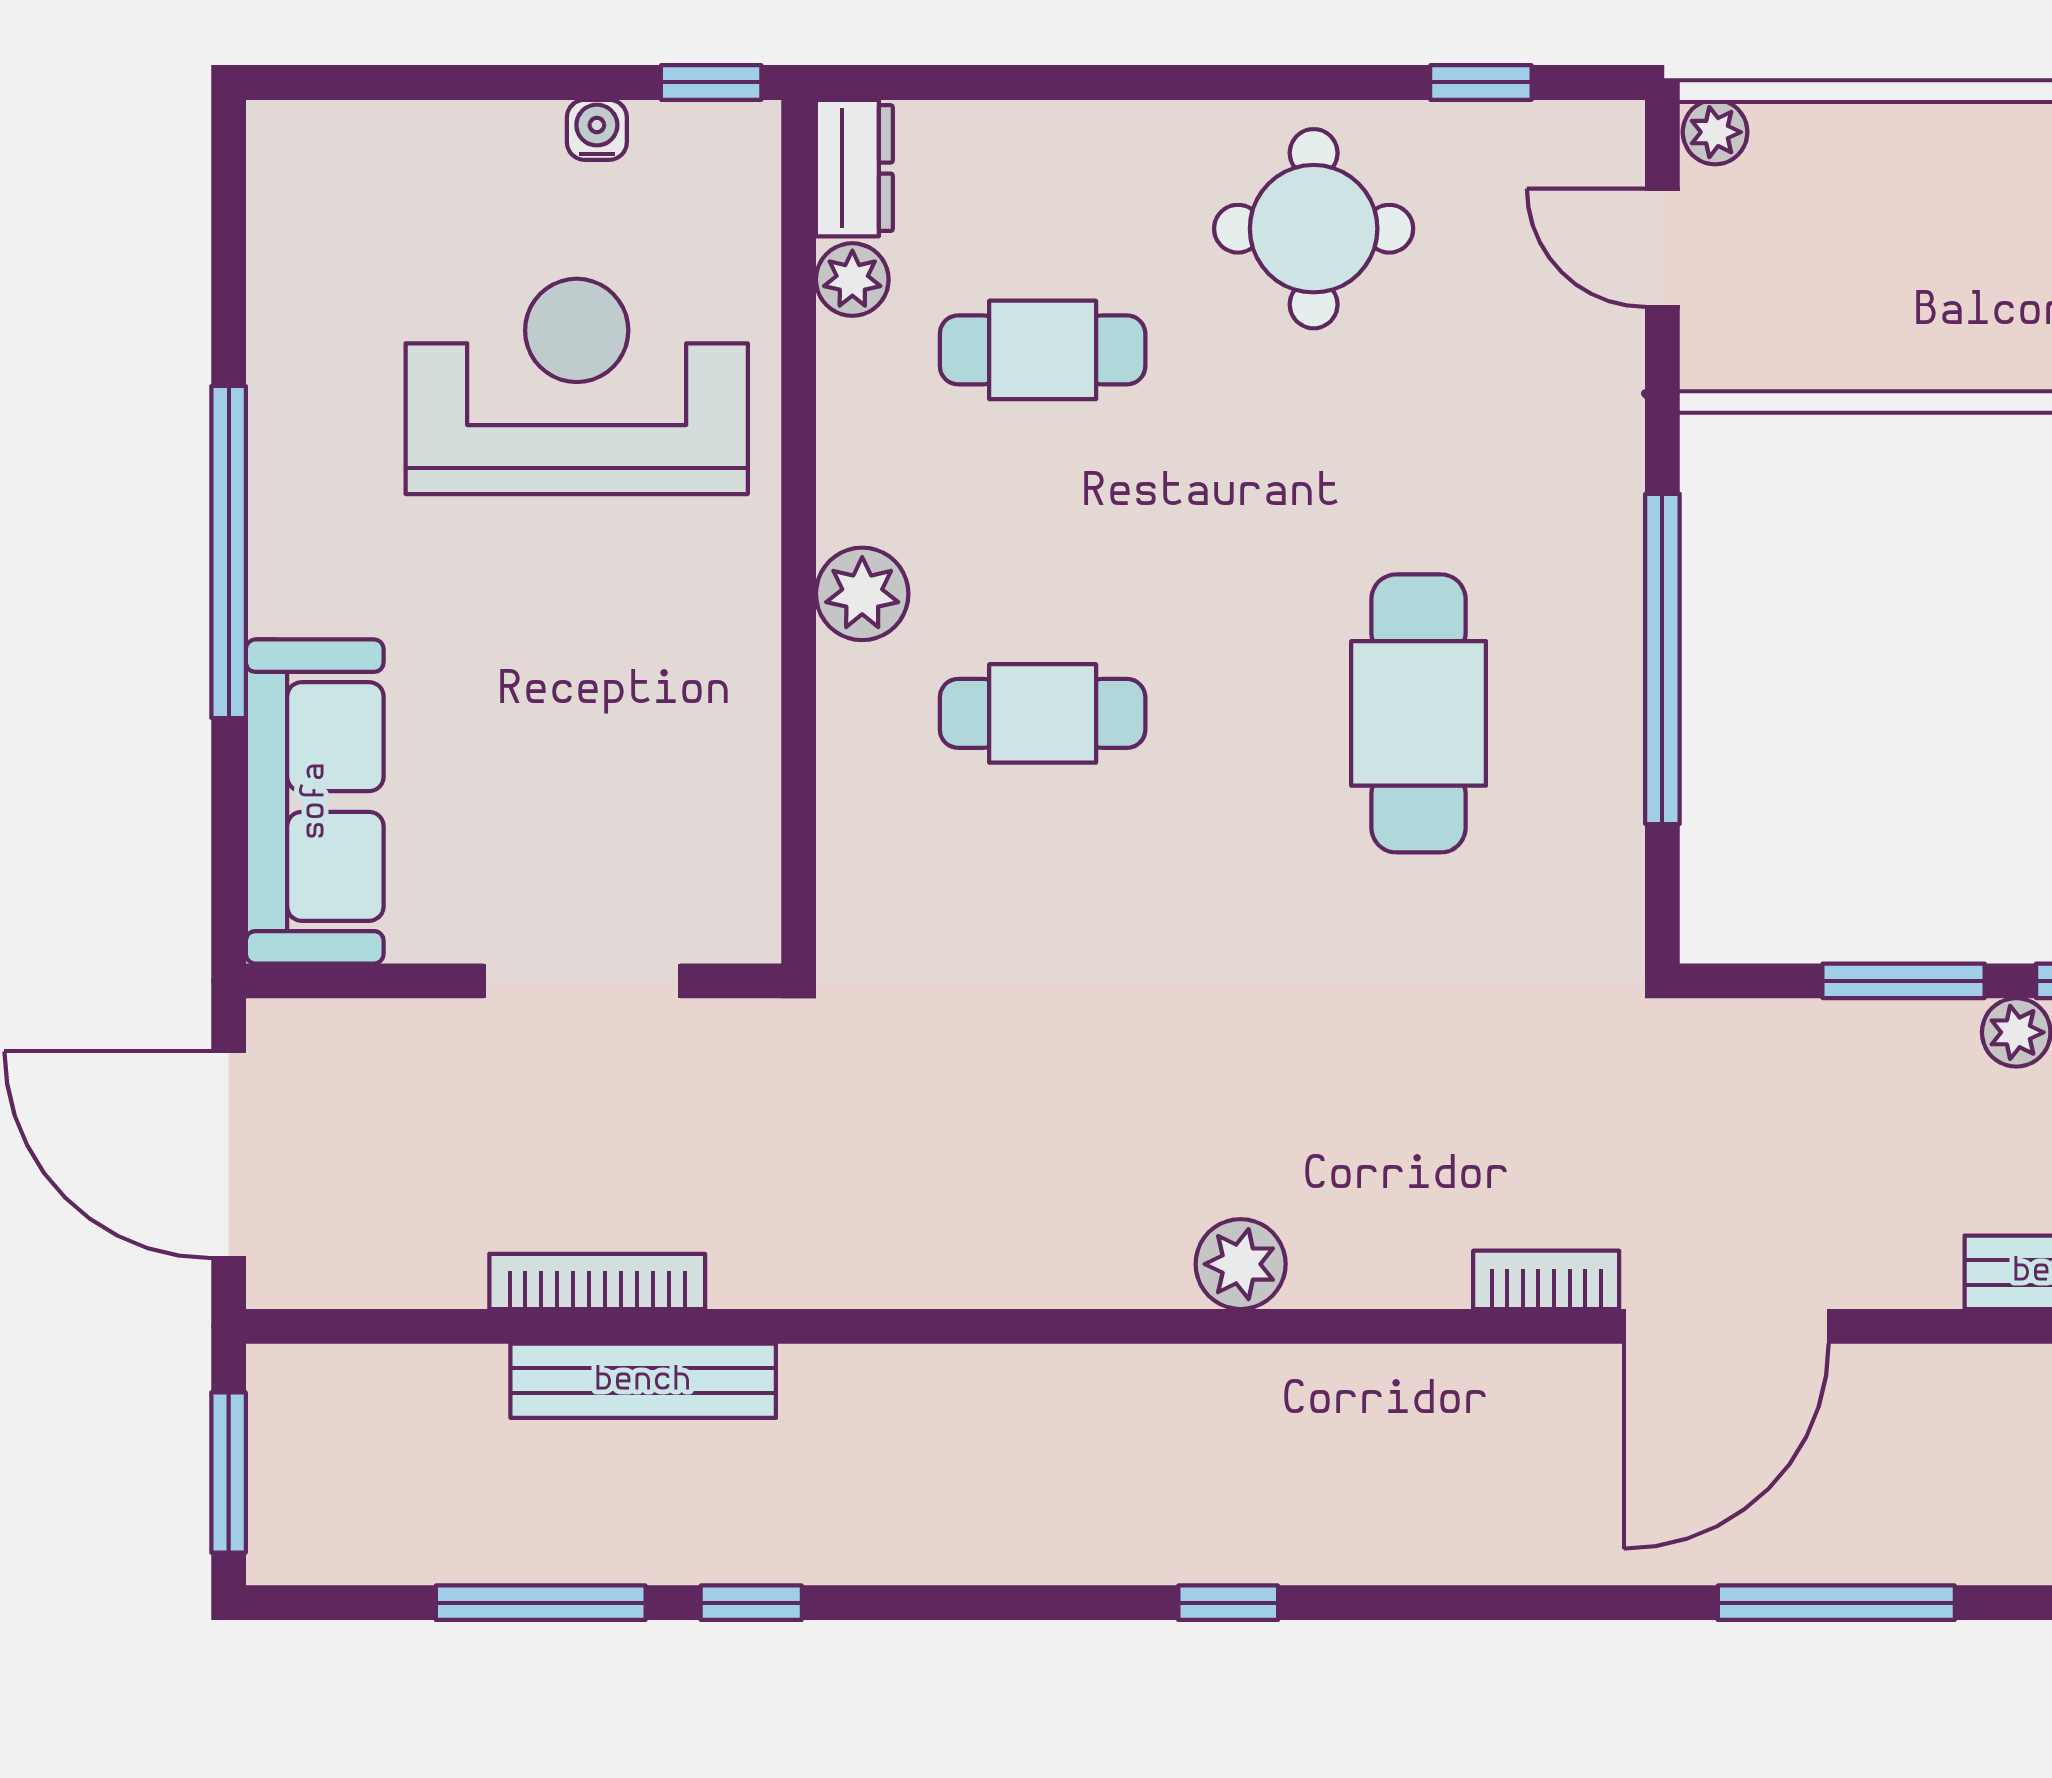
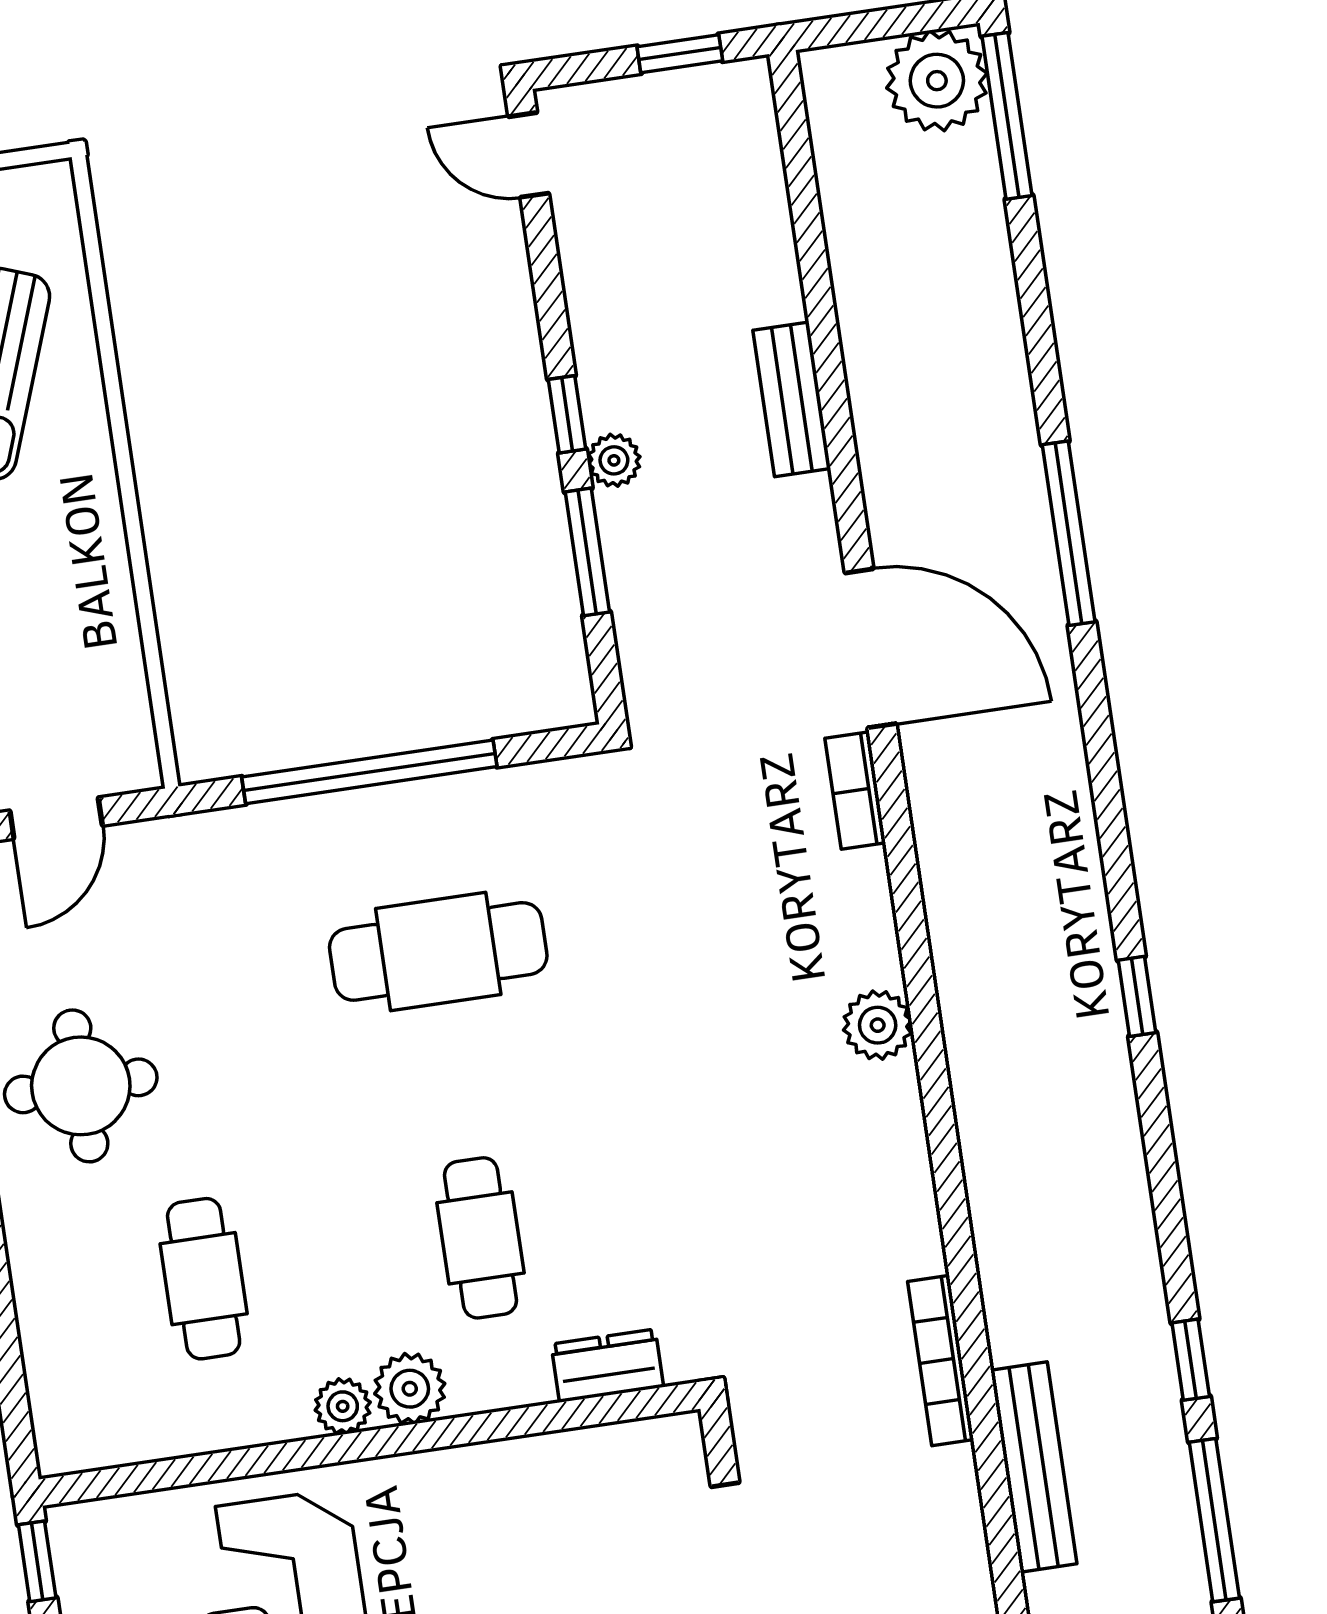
dresser: (854, 168) -> (607, 1366), moved
plant: (852, 280) -> (343, 1406), moved
bookcase: (597, 1281) -> (941, 1360), moved

